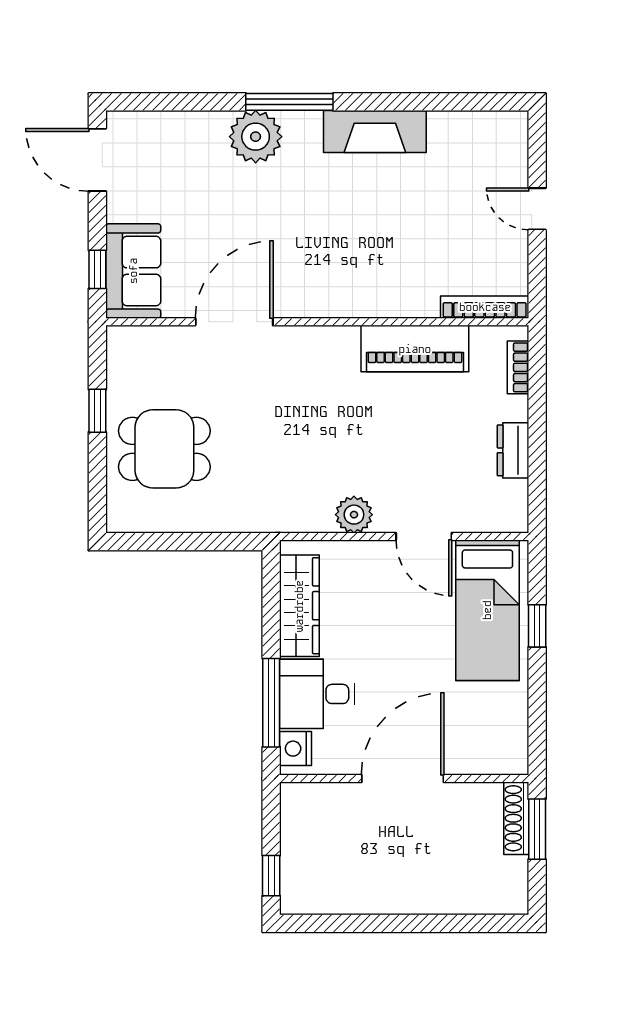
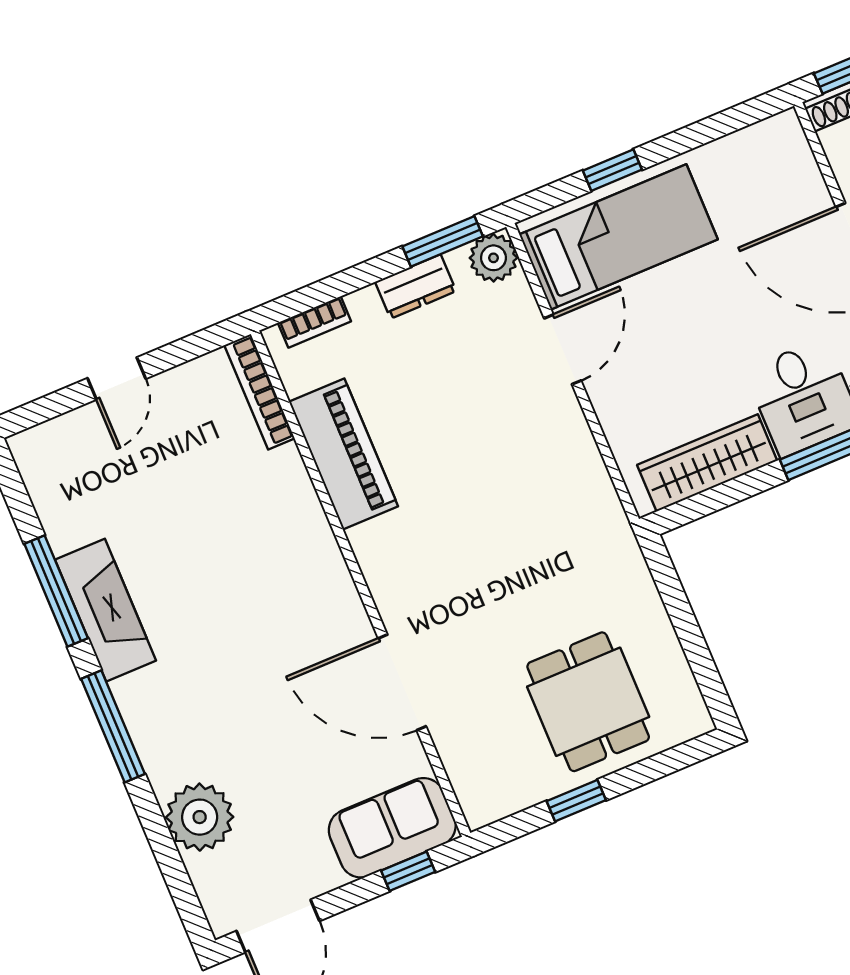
window: (403, 102) -> (56, 591), added
plant: (256, 137) -> (200, 817), moved
window: (537, 483) -> (443, 241), added
plant: (354, 515) -> (493, 258), moved

